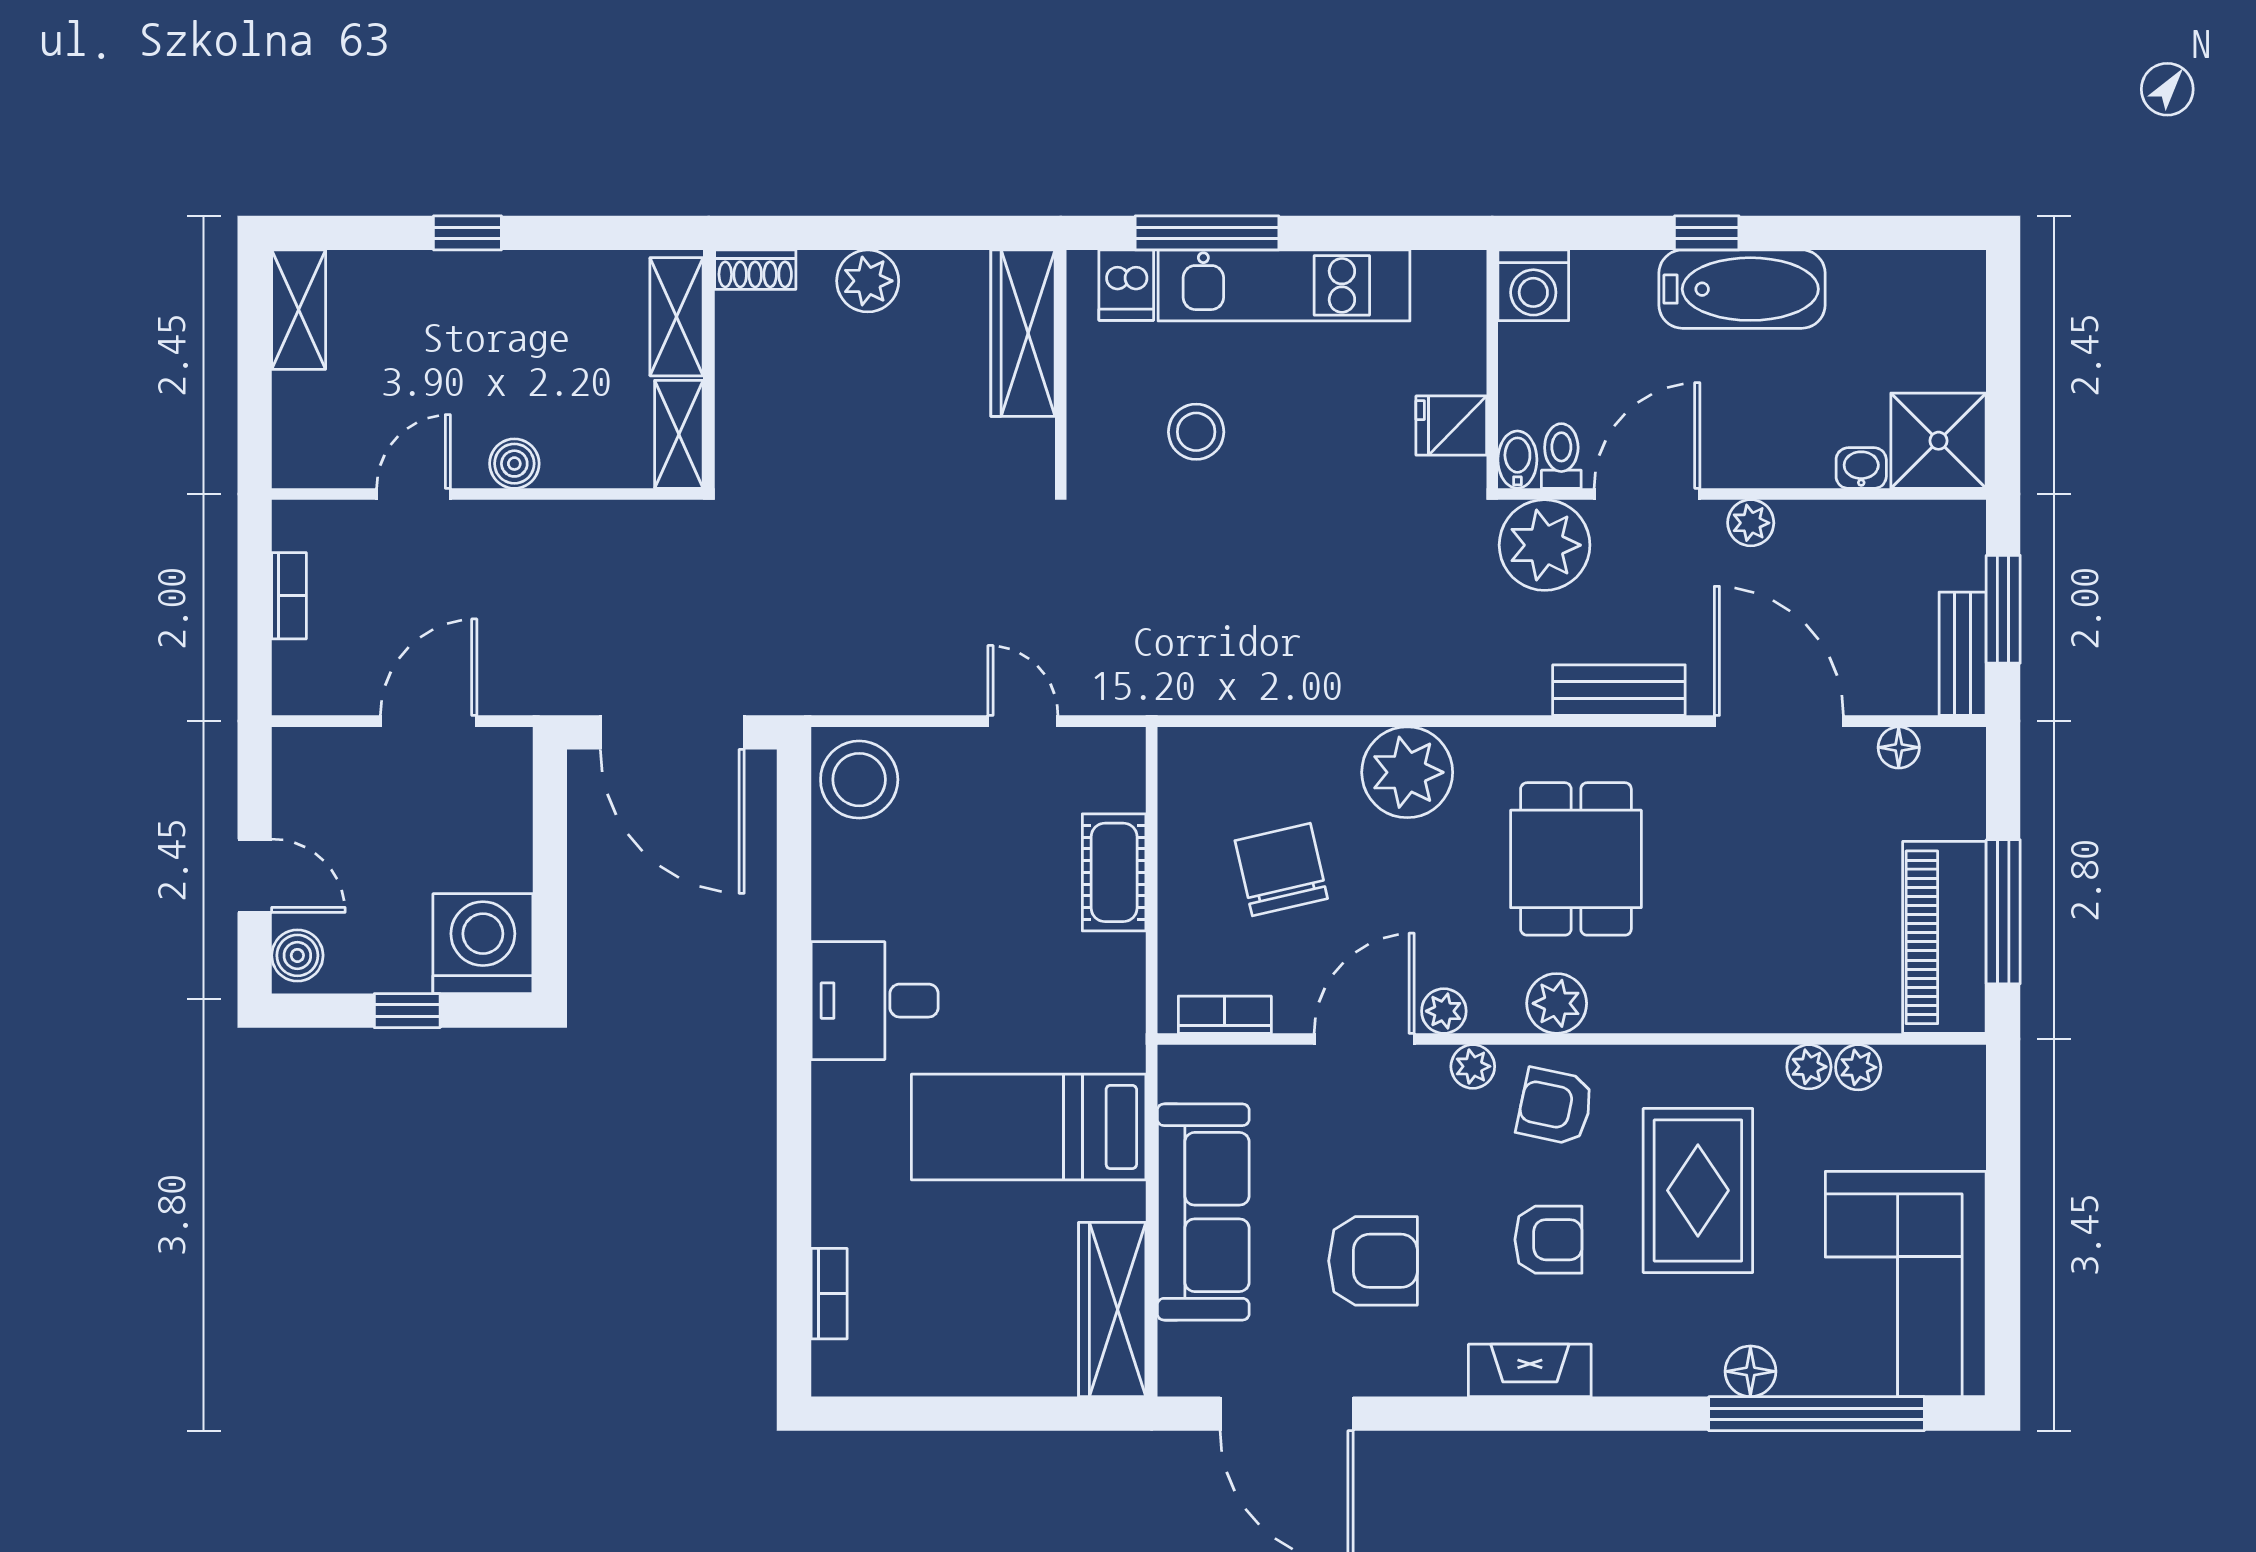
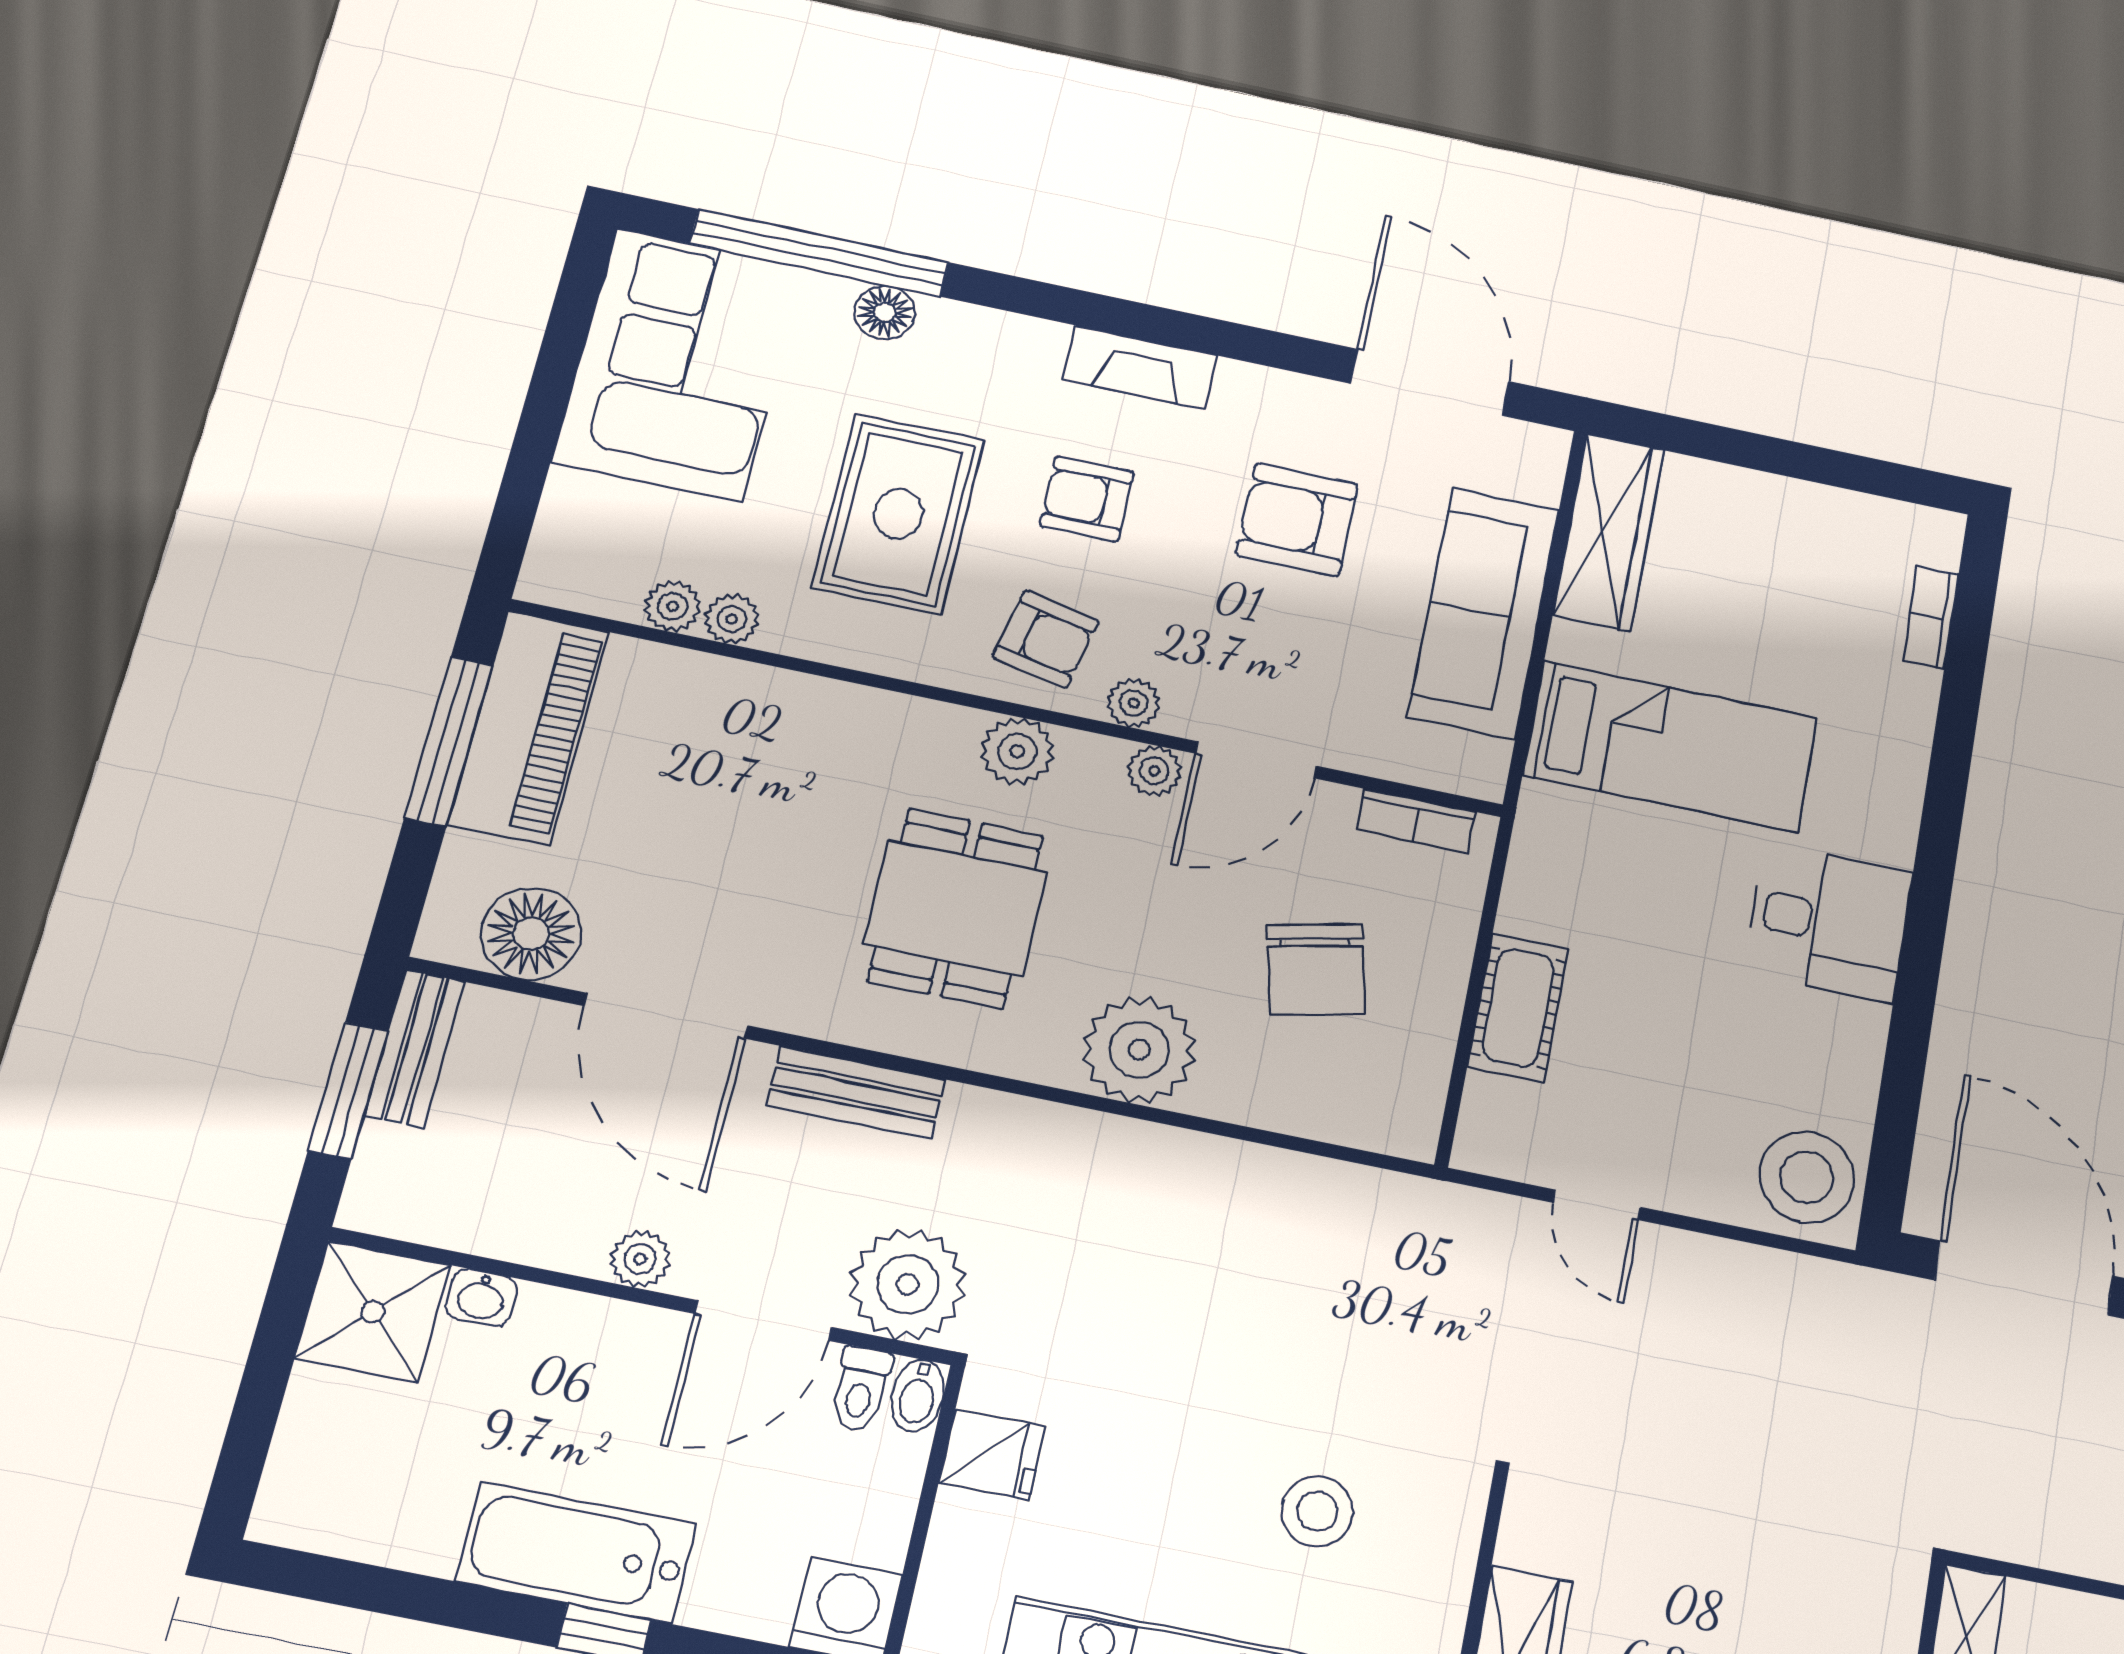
floor lamp: (1899, 747) -> (531, 934), width x1.89, depth x1.89

